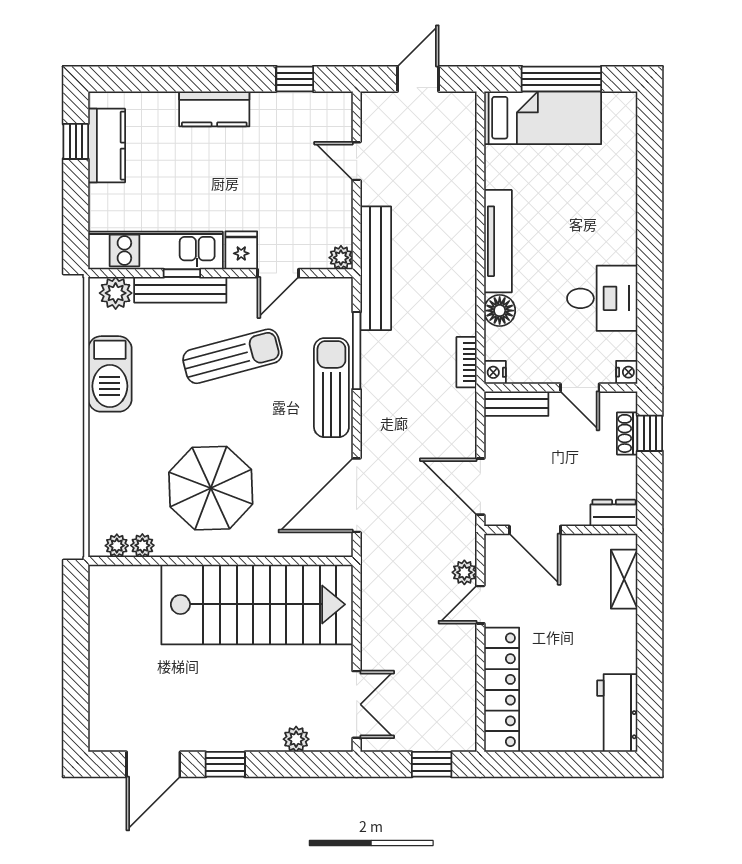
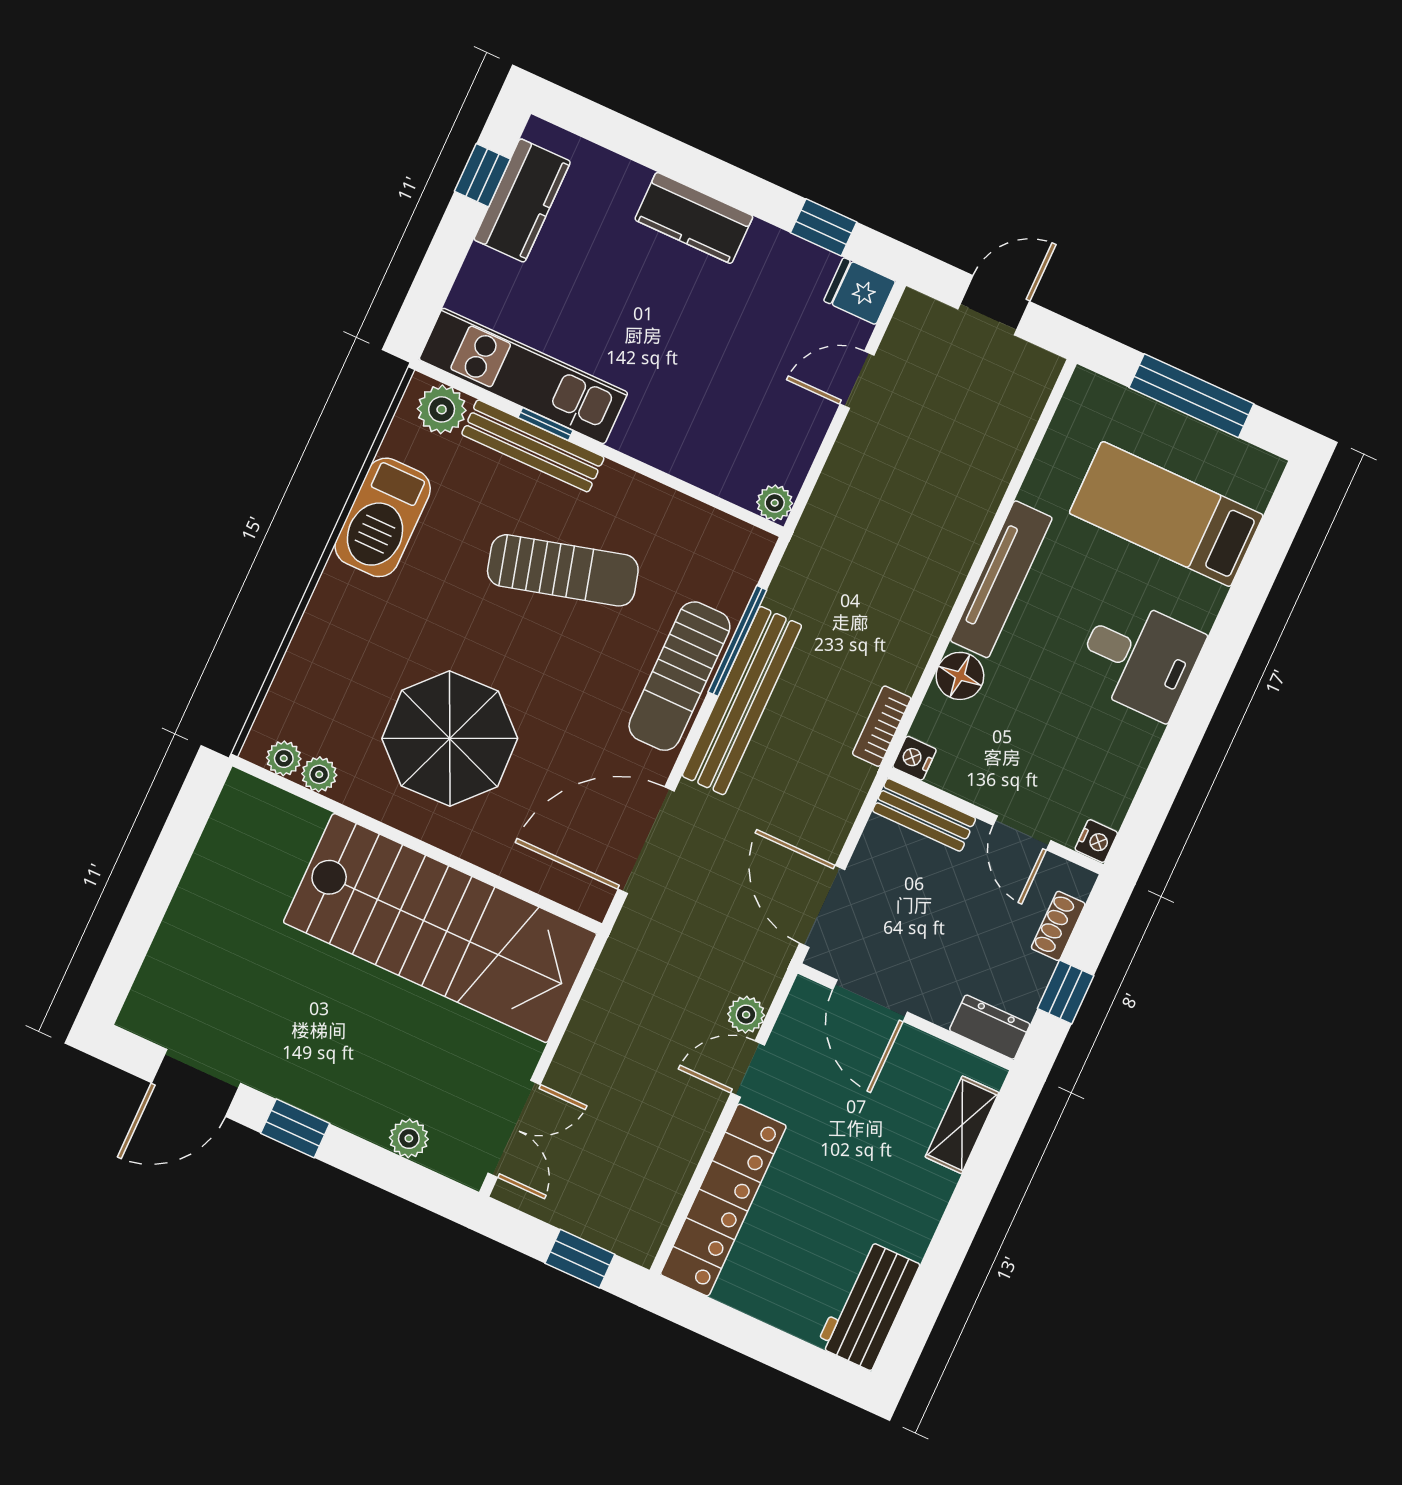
bed: (543, 118) -> (1166, 514), moved, turned 180
door: (357, 161) -> (857, 380), hinge flipped
fridge: (241, 250) -> (860, 291), moved, turned -90
bench: (376, 268) -> (742, 701), moved
door: (278, 273) -> (678, 485), removed
desk: (602, 298) -> (1139, 658), moved
sun lounger: (331, 388) -> (679, 676), turned 180
window: (650, 433) -> (1066, 992), moved

